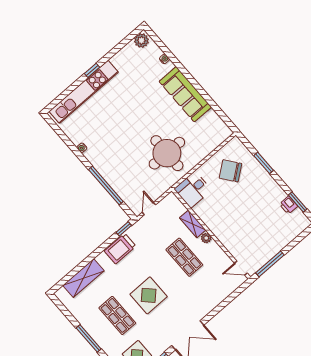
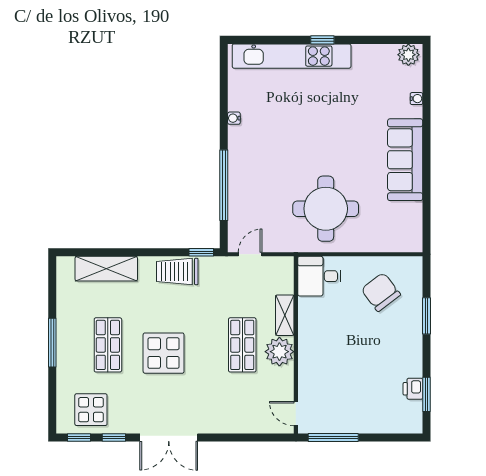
plant: (206, 238) -> (279, 352), width x1.88, depth x1.88

